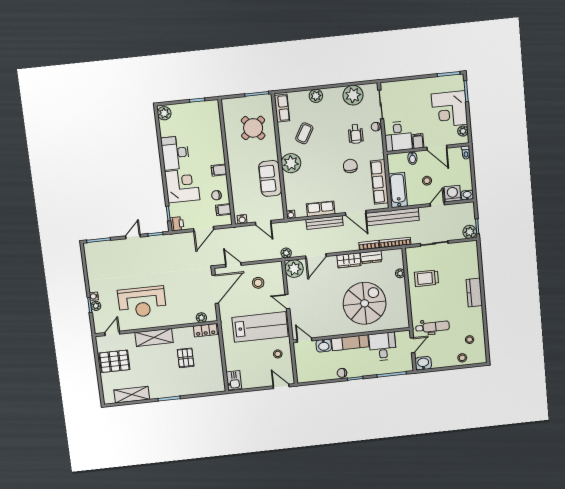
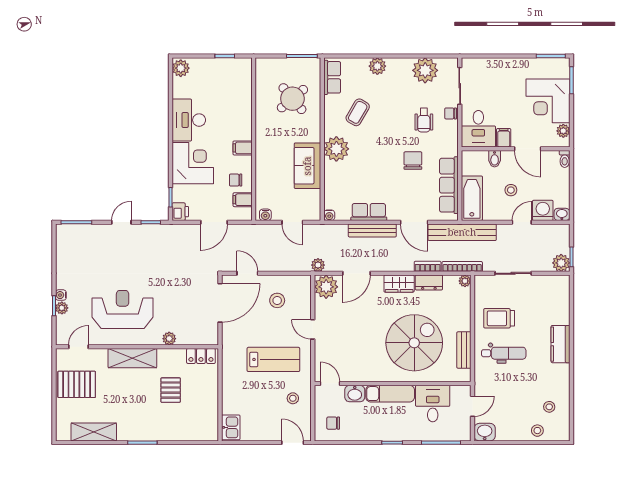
plant: (400, 273) -> (465, 281), moved
reception desk: (142, 302) -> (123, 309), turned 180
bench: (402, 305) -> (464, 350), added
plant: (201, 318) -> (169, 339), moved
lab bench: (260, 327) -> (273, 359), width x0.73, depth x0.72
dental chair: (433, 327) -> (504, 353), moved
chair: (342, 373) -> (333, 423), moved

